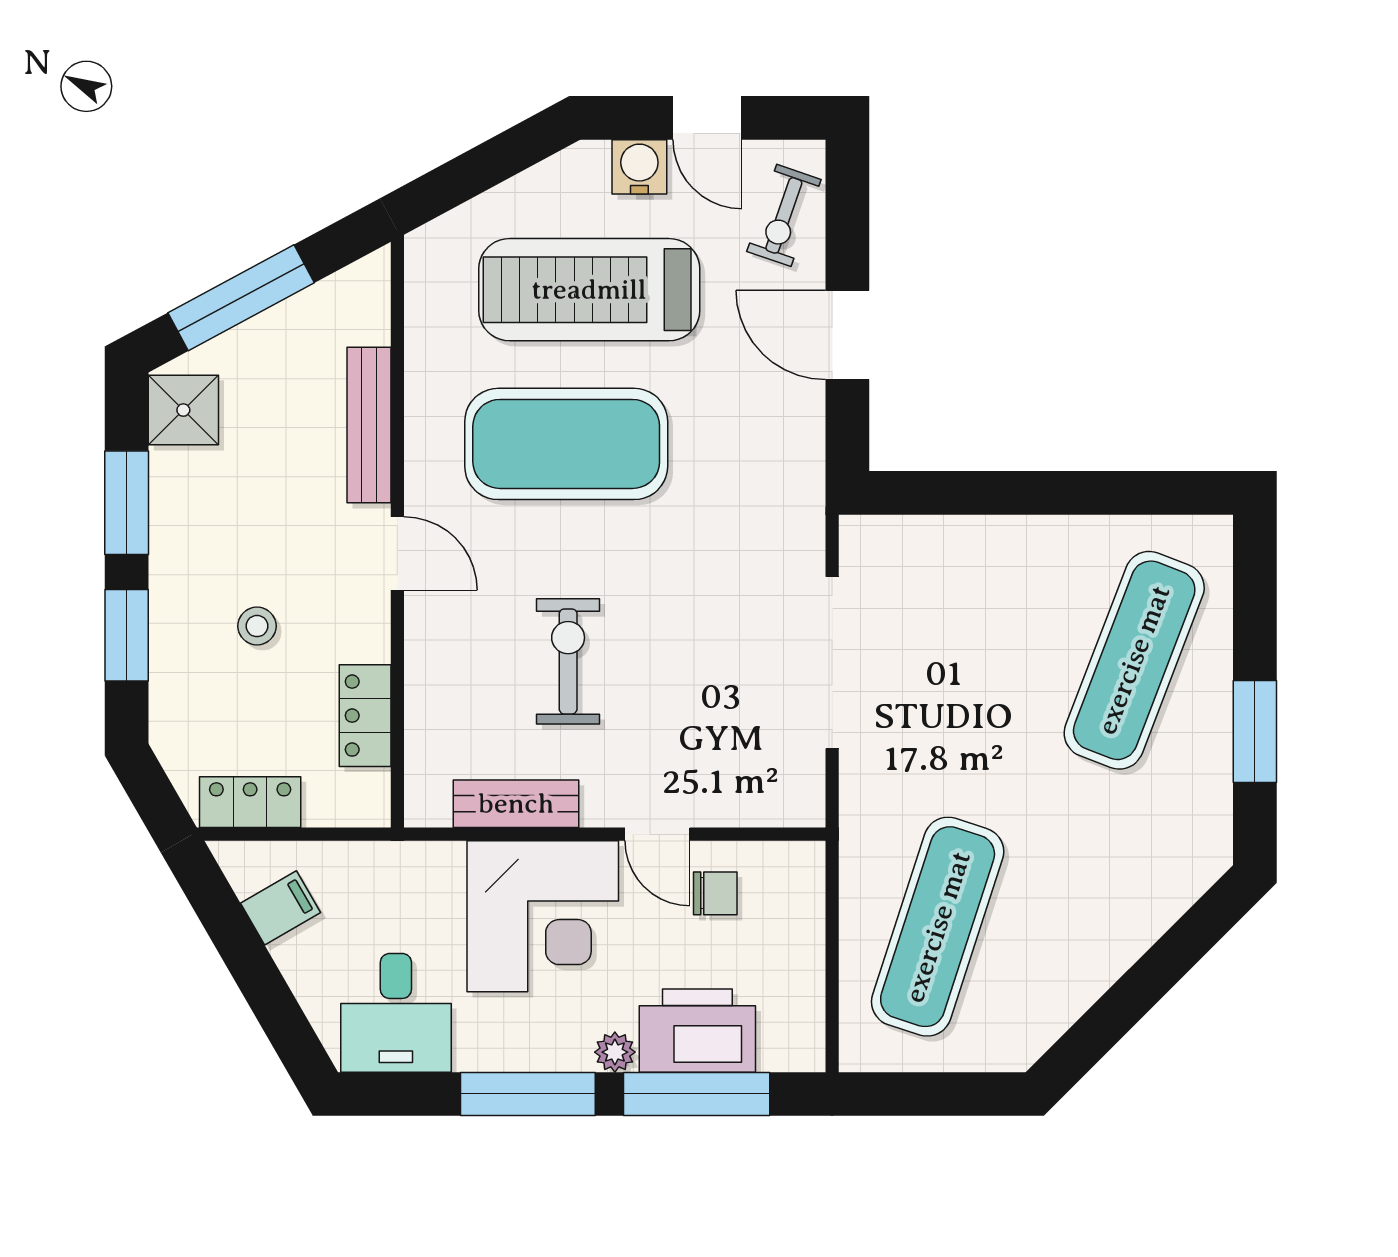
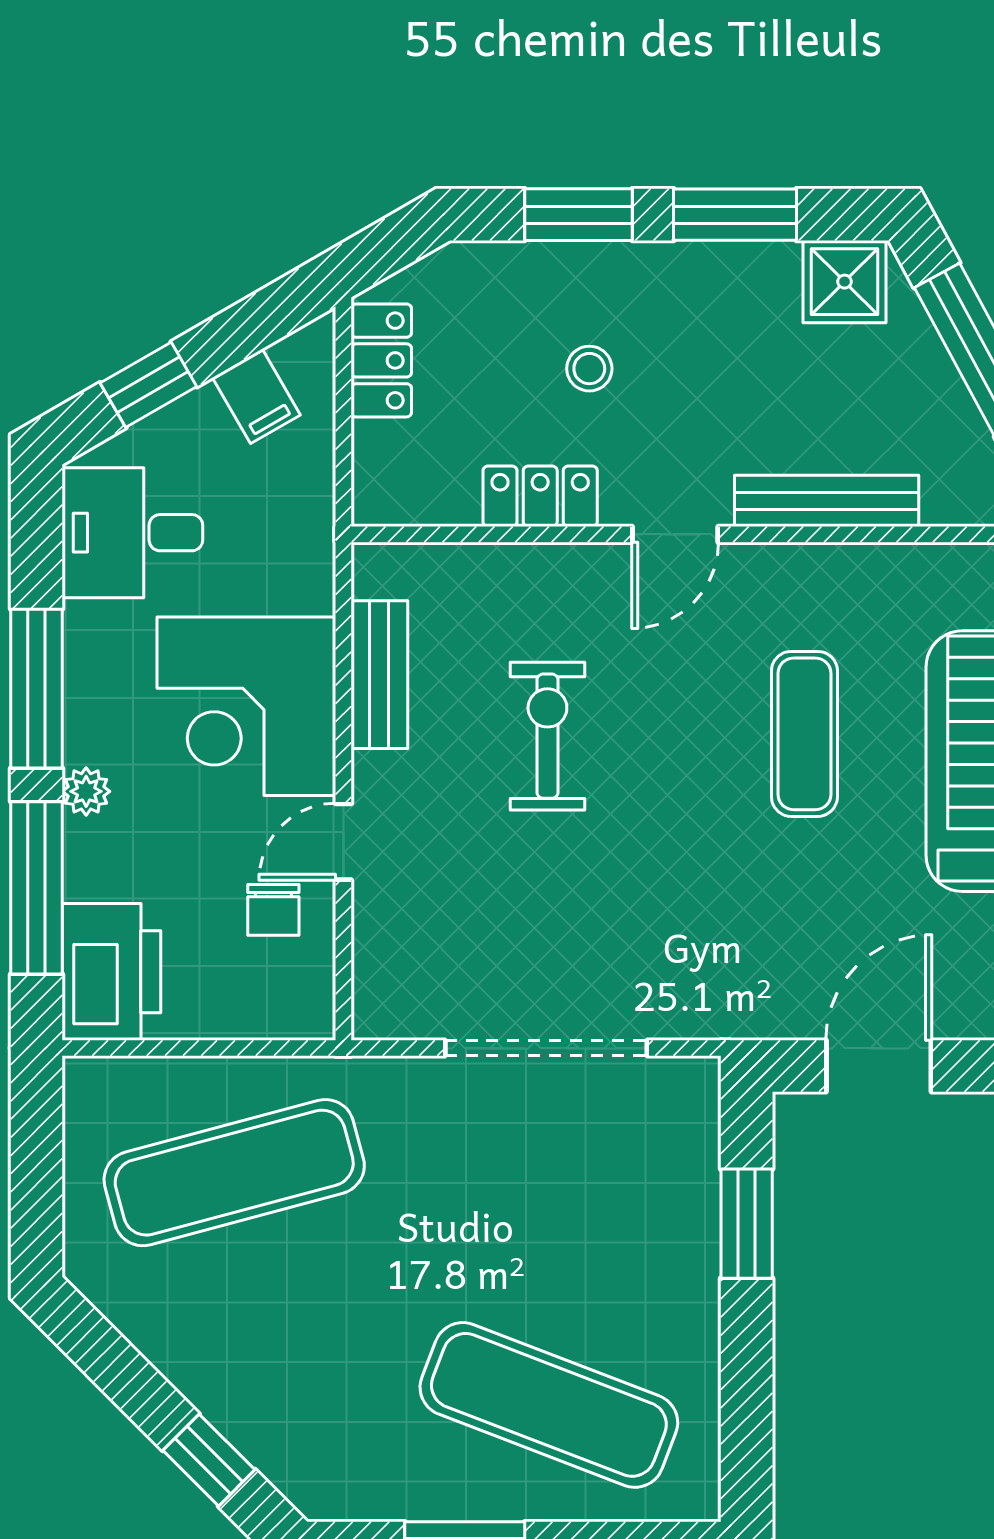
door: (847, 335) -> (879, 1066), moved
exercise mat: (566, 444) -> (804, 734), width x0.50, depth x0.69
window: (981, 493) -> (747, 1224), added
exercise bike: (568, 661) -> (547, 736), turned -90
locker: (365, 716) -> (540, 496), moved
exercise mat: (938, 927) -> (234, 1173), turned -33
window: (1181, 948) -> (209, 1460), added
window: (271, 999) -> (148, 385), added
printer: (697, 1031) -> (111, 972), moved

